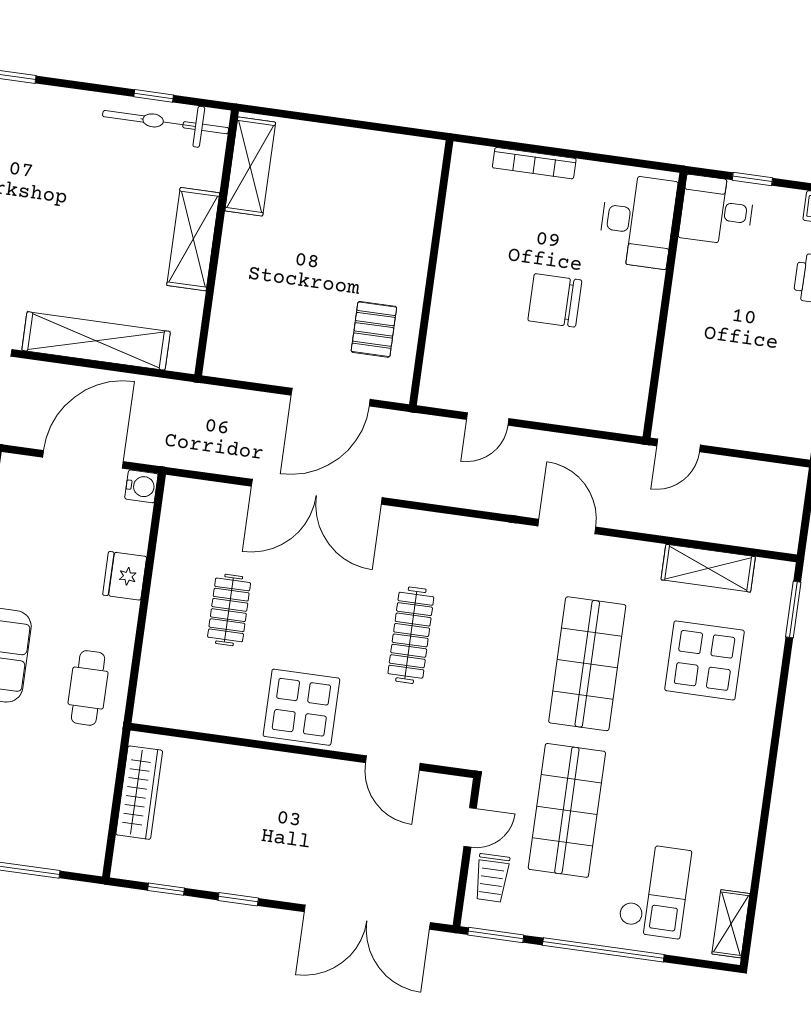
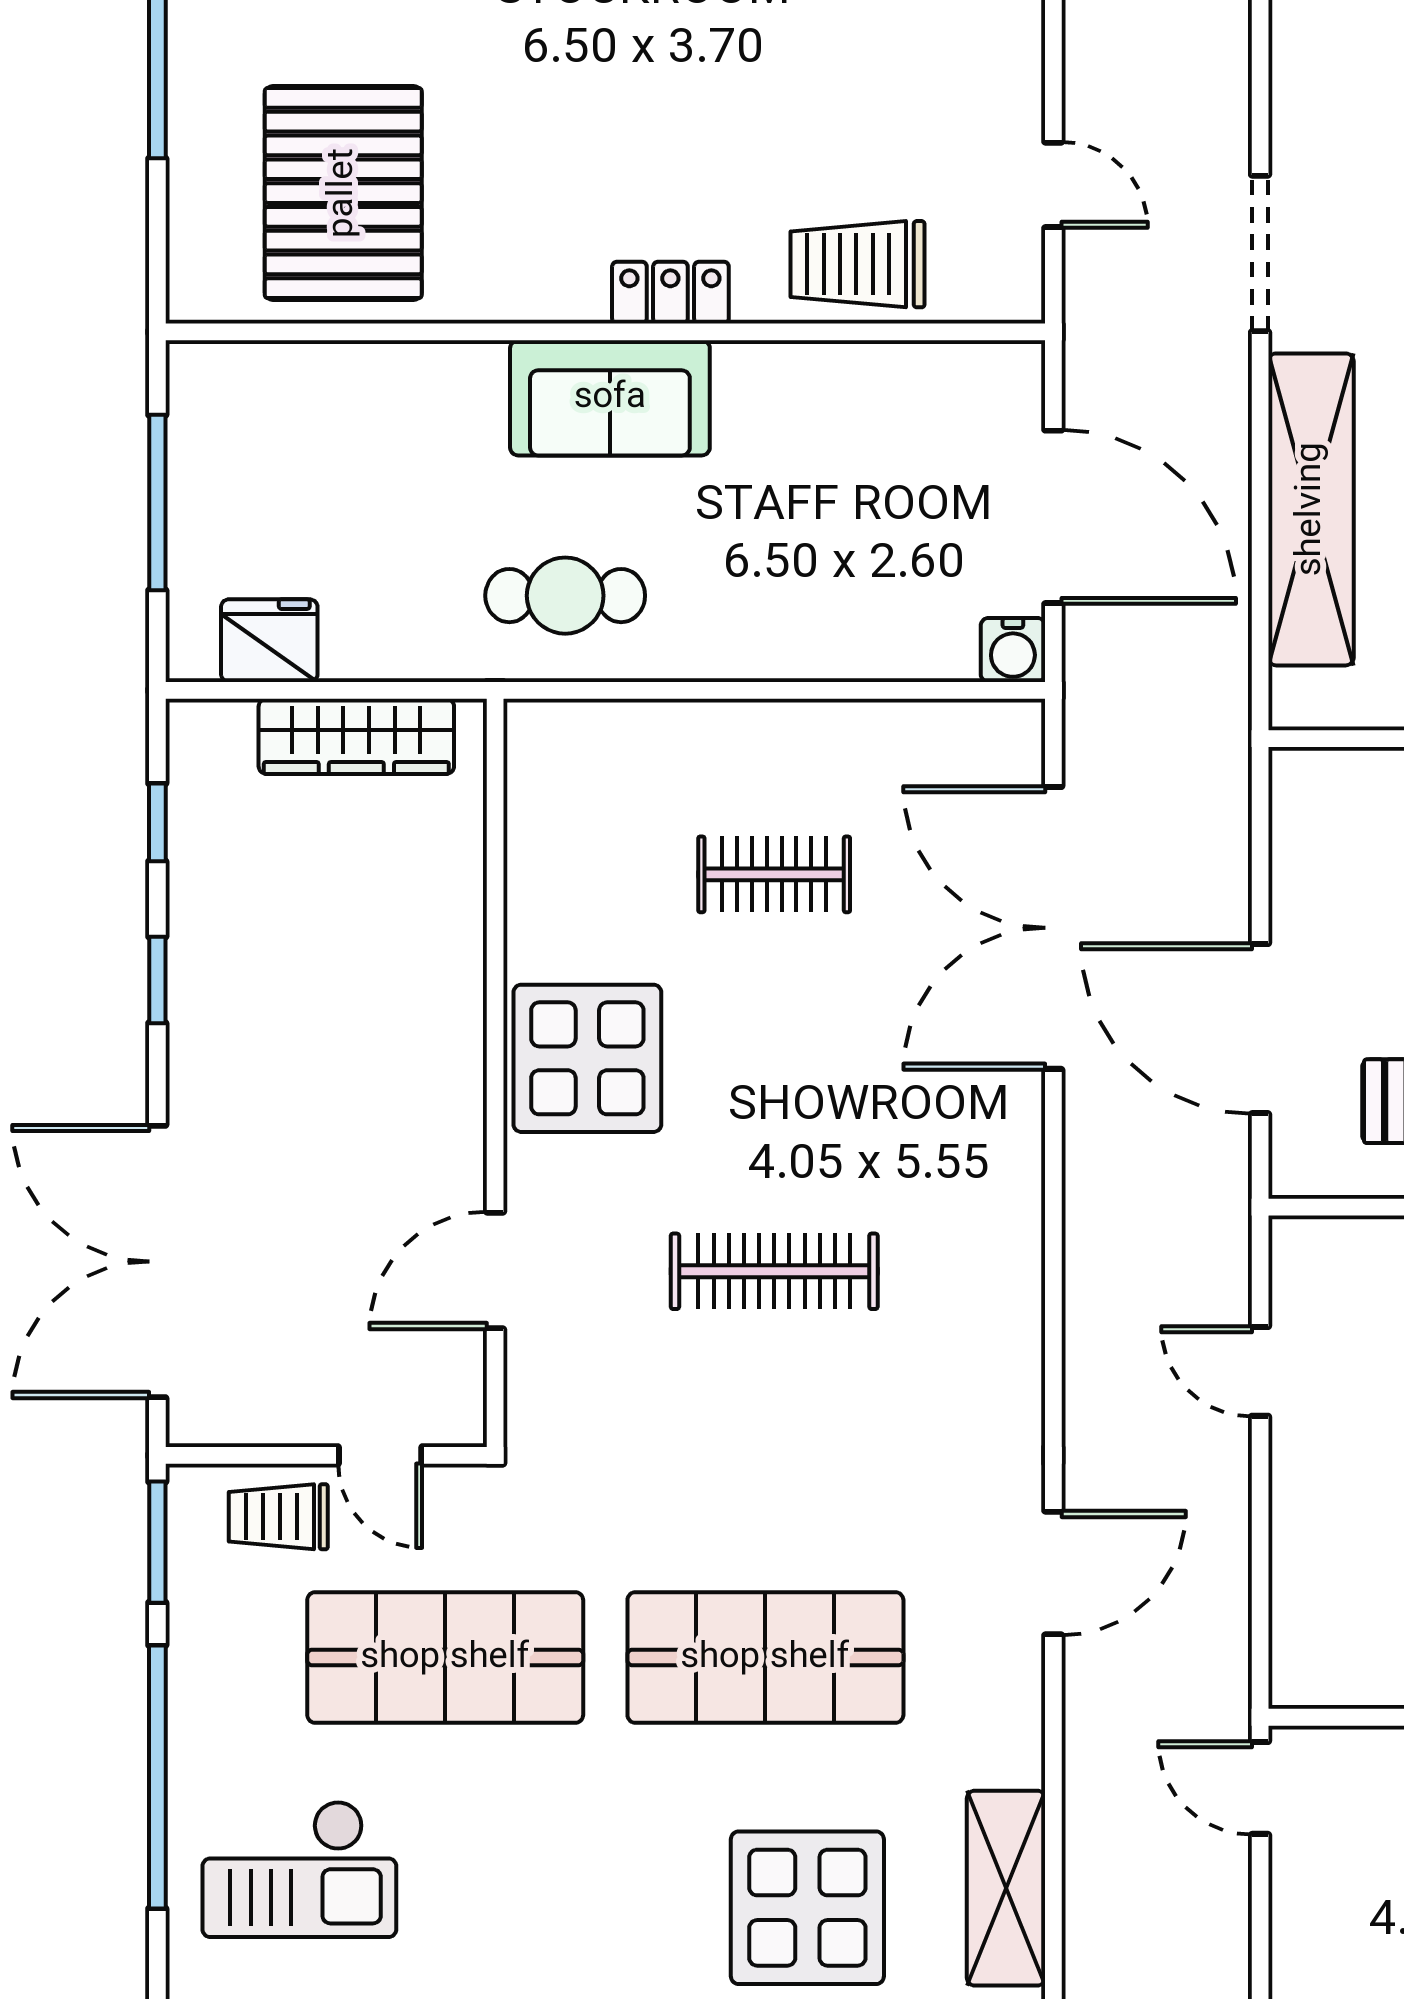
double door: (317, 492) -> (1053, 928), moved
fridge: (125, 576) -> (269, 641), moved

